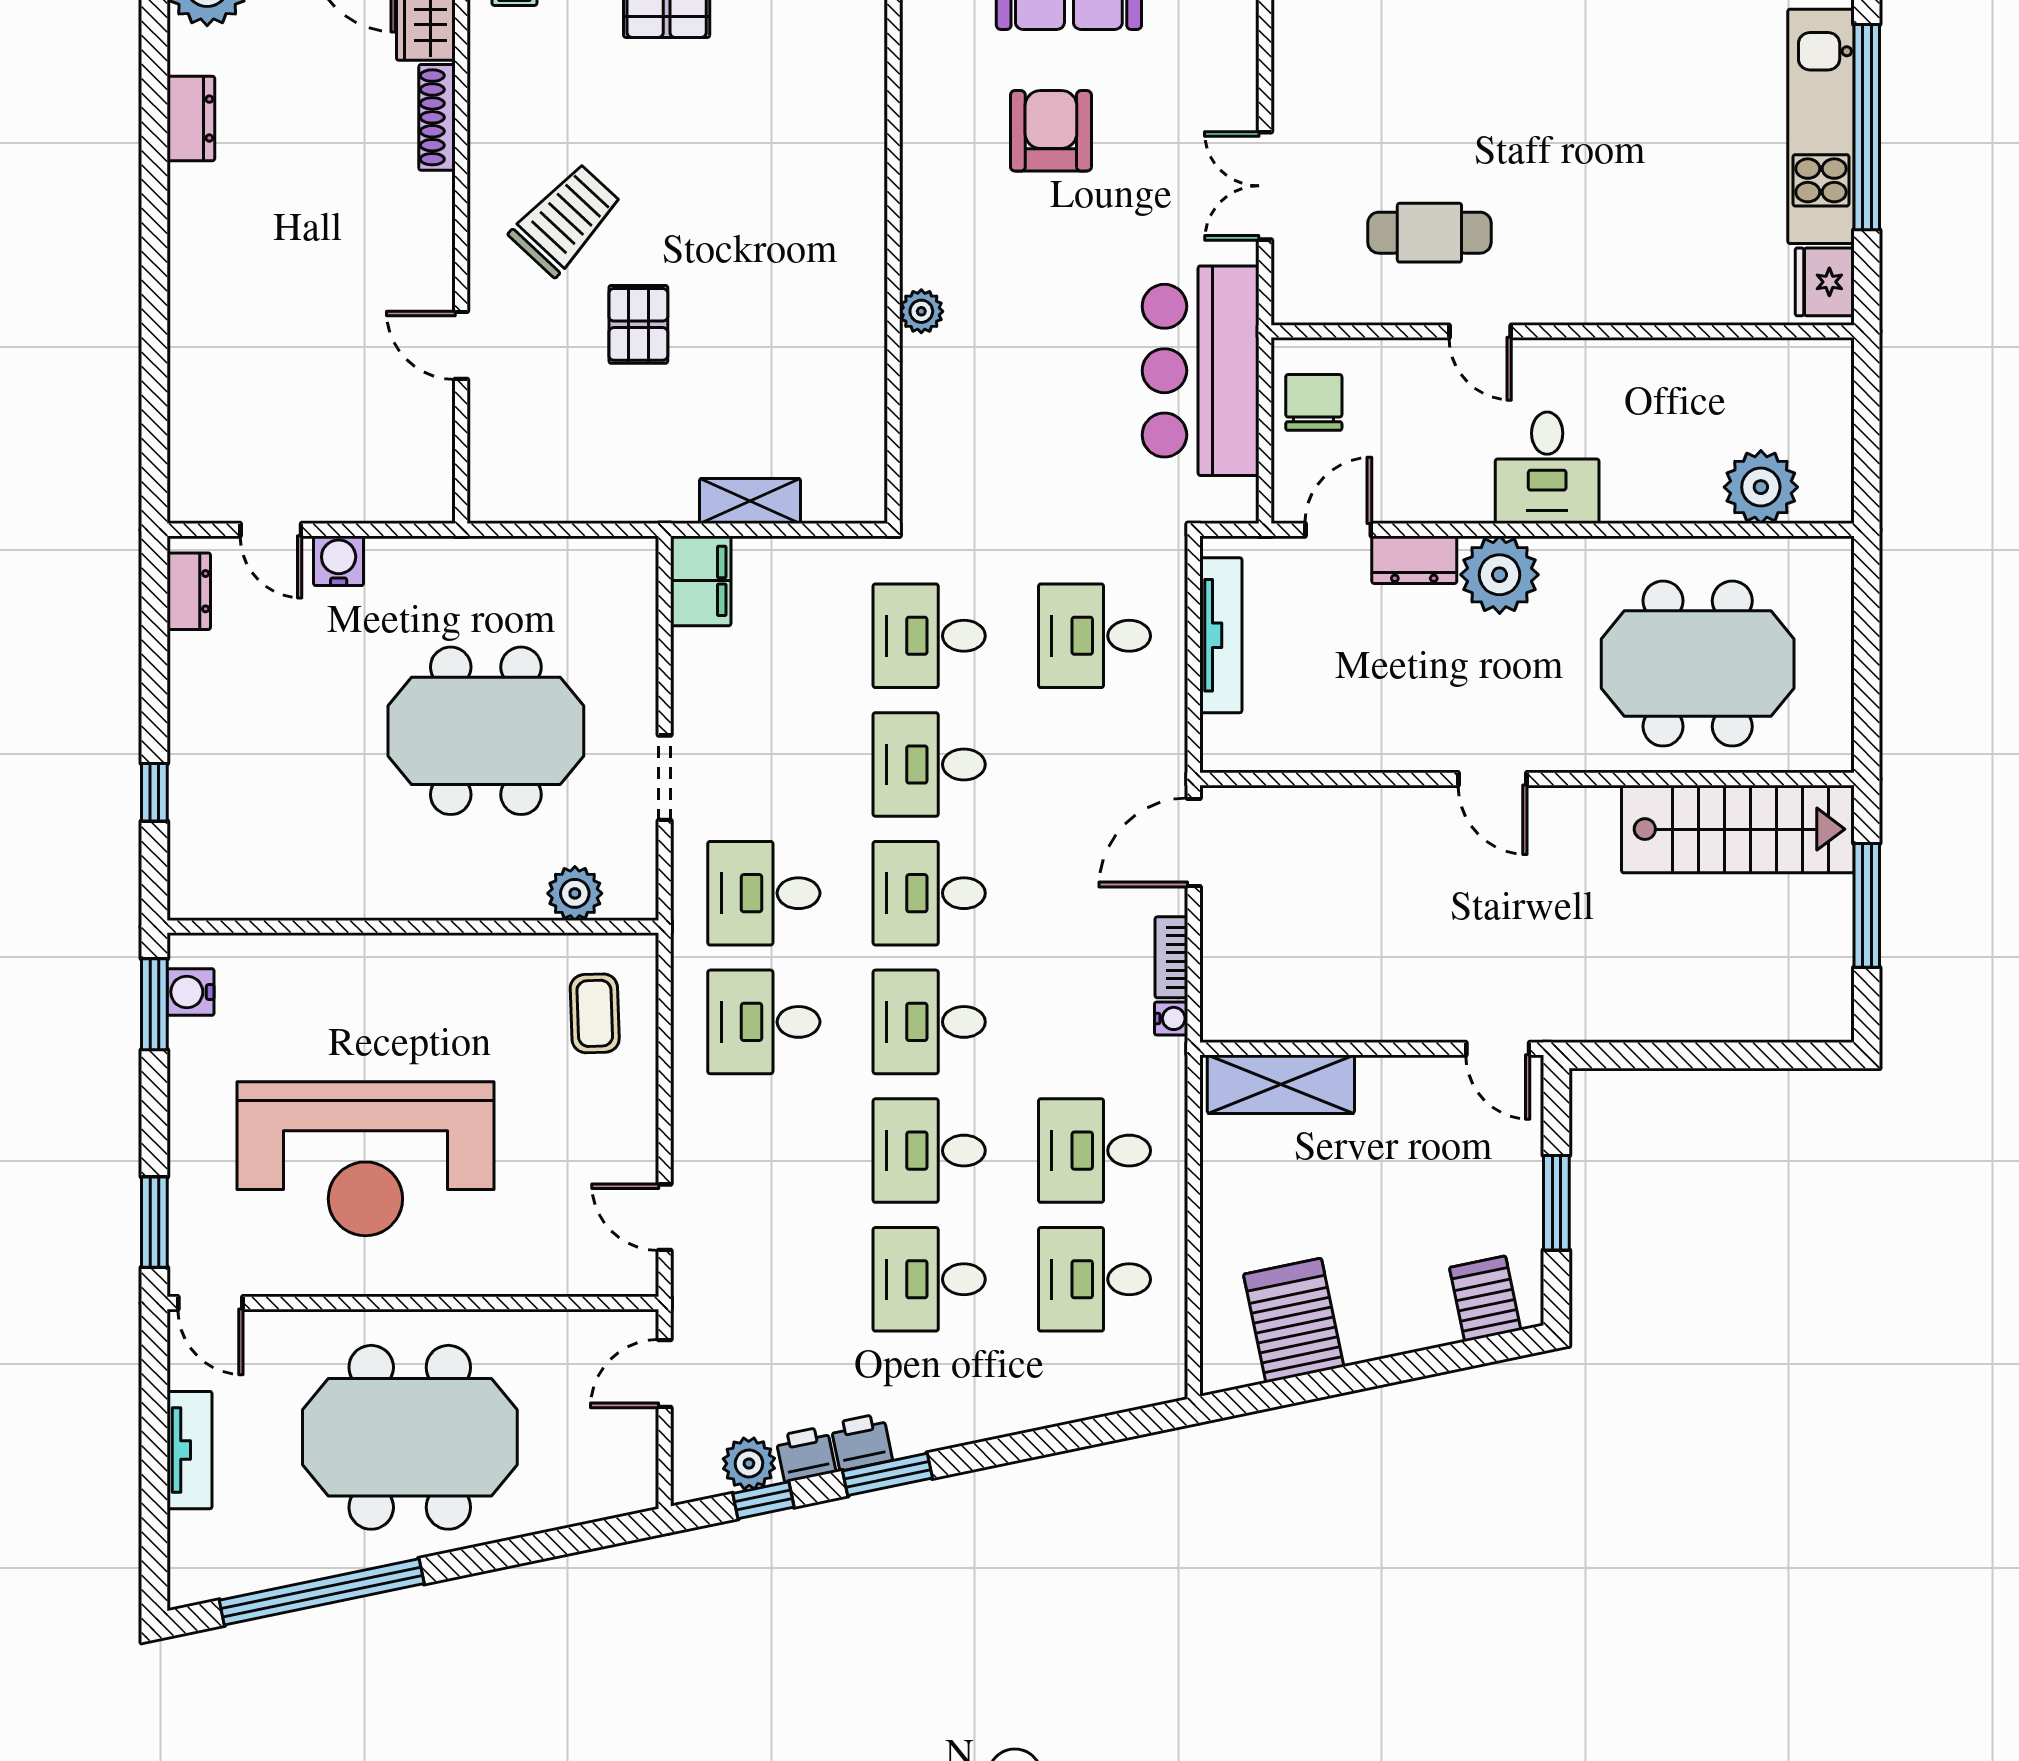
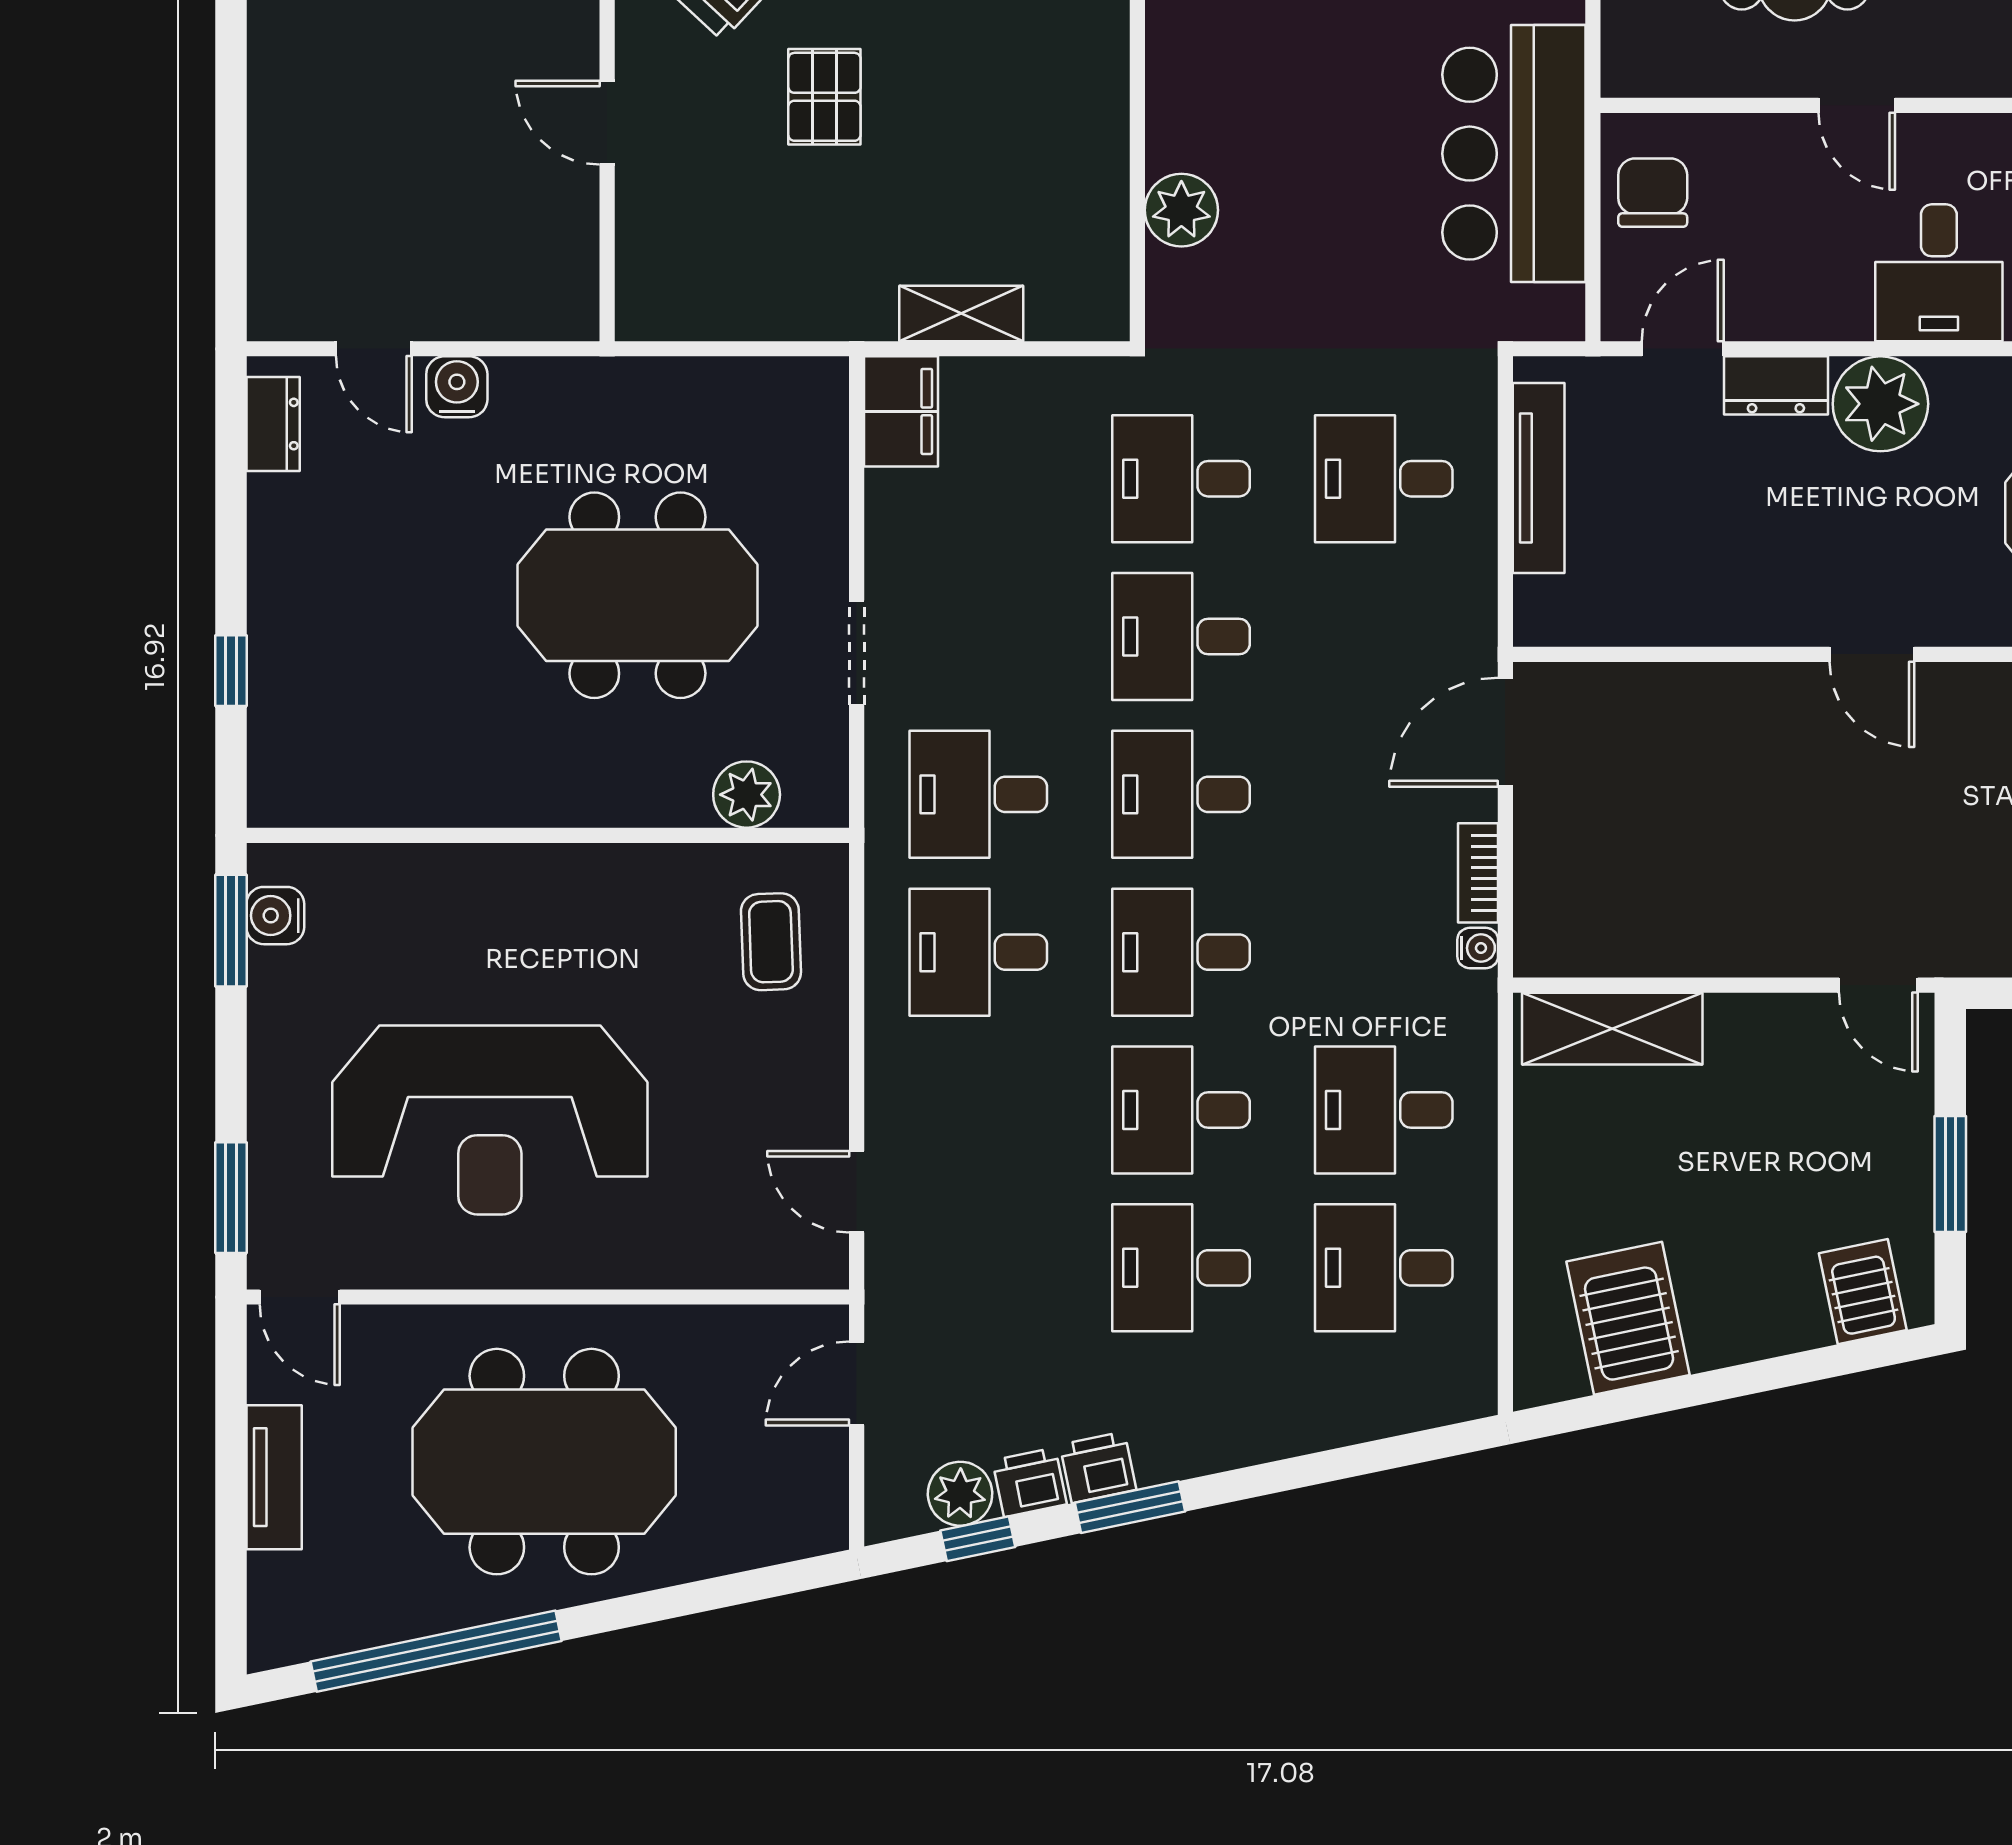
plant: (921, 311) -> (1181, 210), moved, width x1.38, depth x1.38

